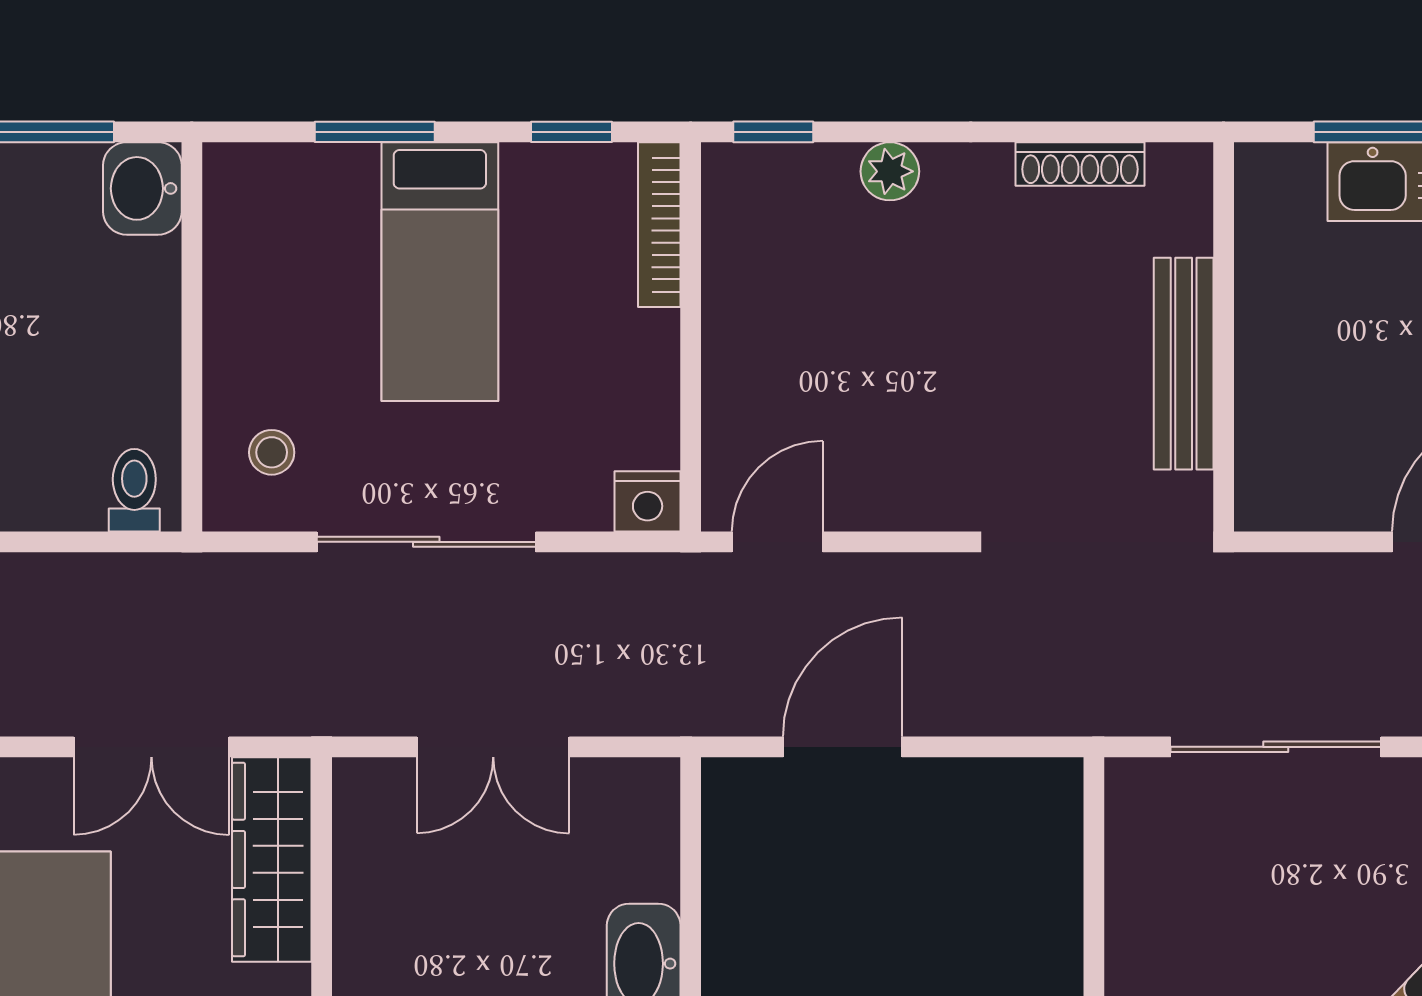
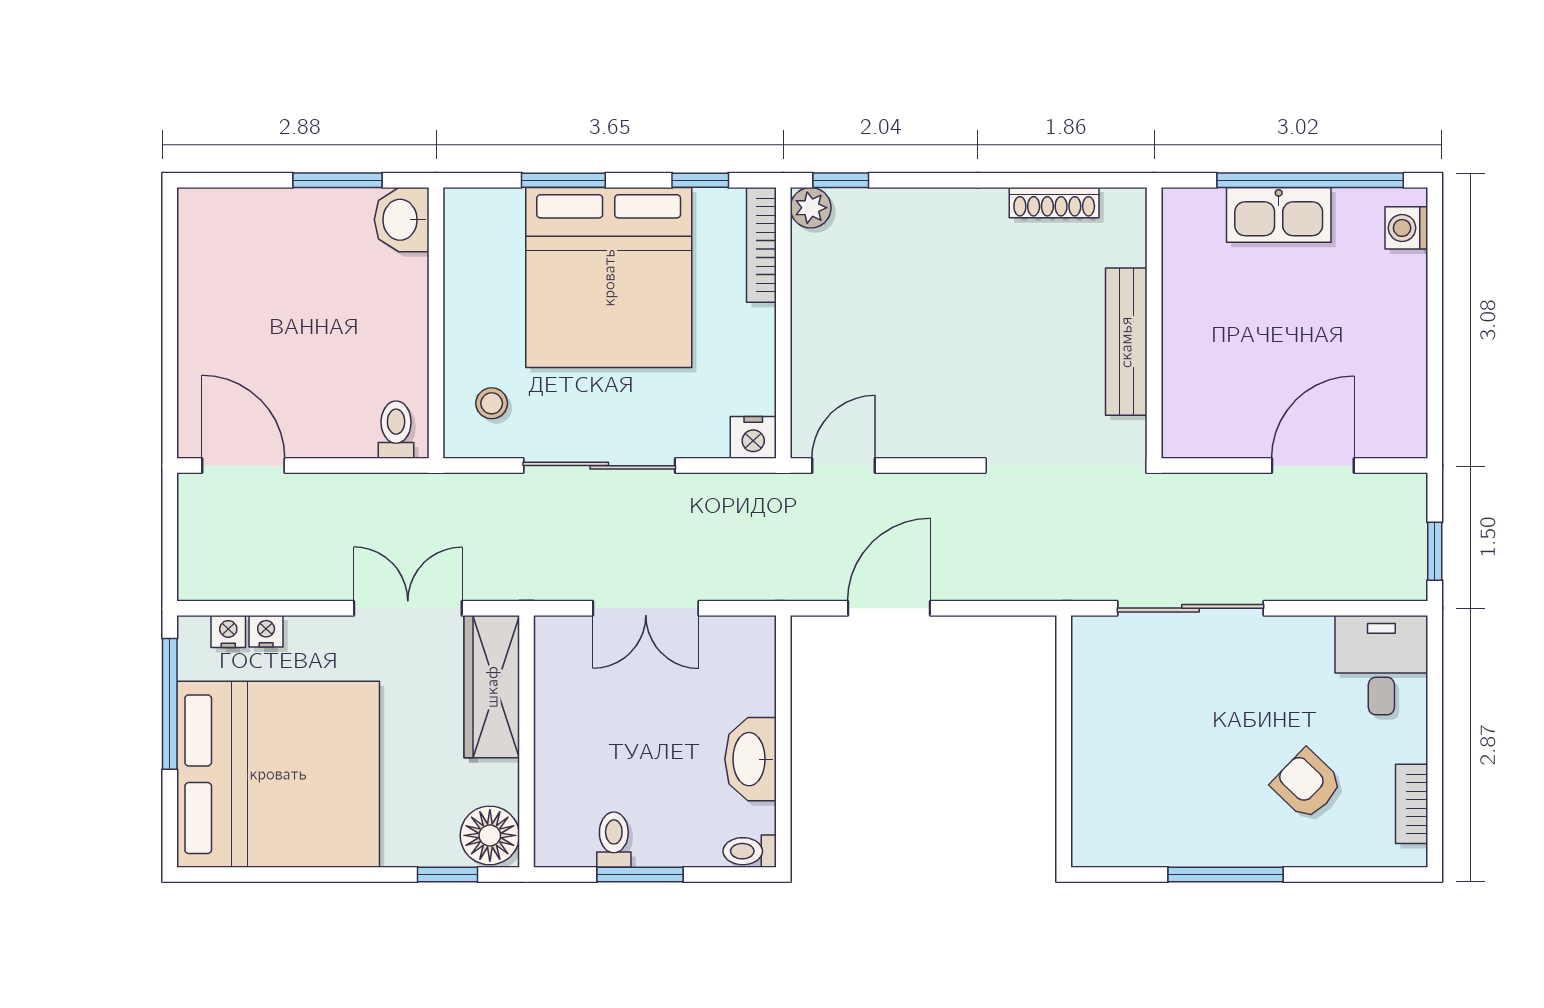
plant: (890, 171) -> (811, 208), moved
bed: (440, 272) -> (609, 278), width x2.04
double door: (151, 747) -> (408, 608), swing flipped

